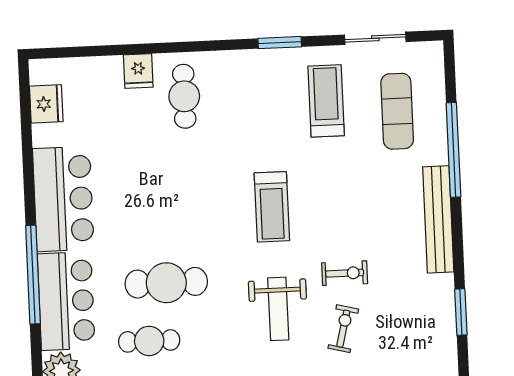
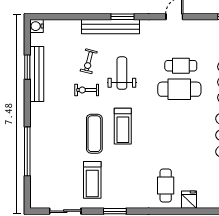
exercise mat: (397, 111) -> (94, 134), moved
treadmill: (272, 207) -> (123, 126), turned 180
bench: (438, 219) -> (37, 74), moved
cafe table: (149, 341) -> (181, 66), moved

